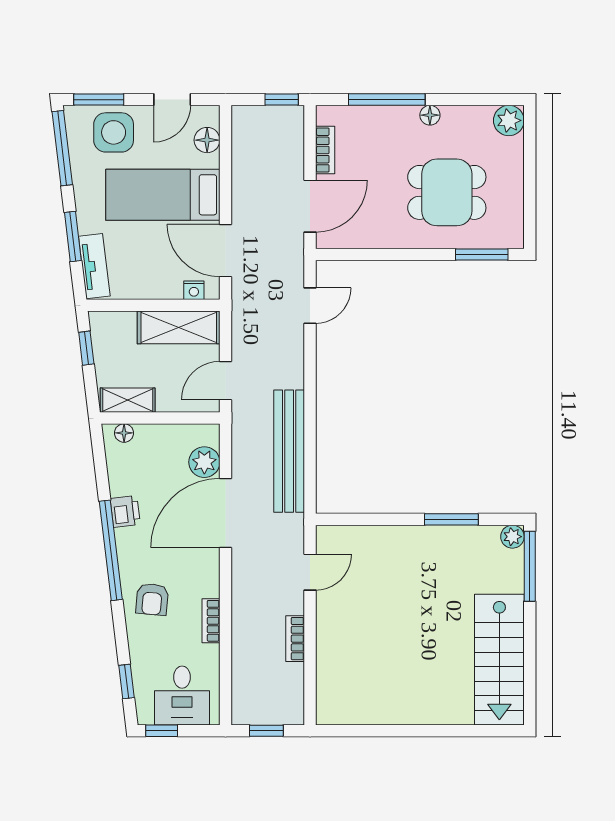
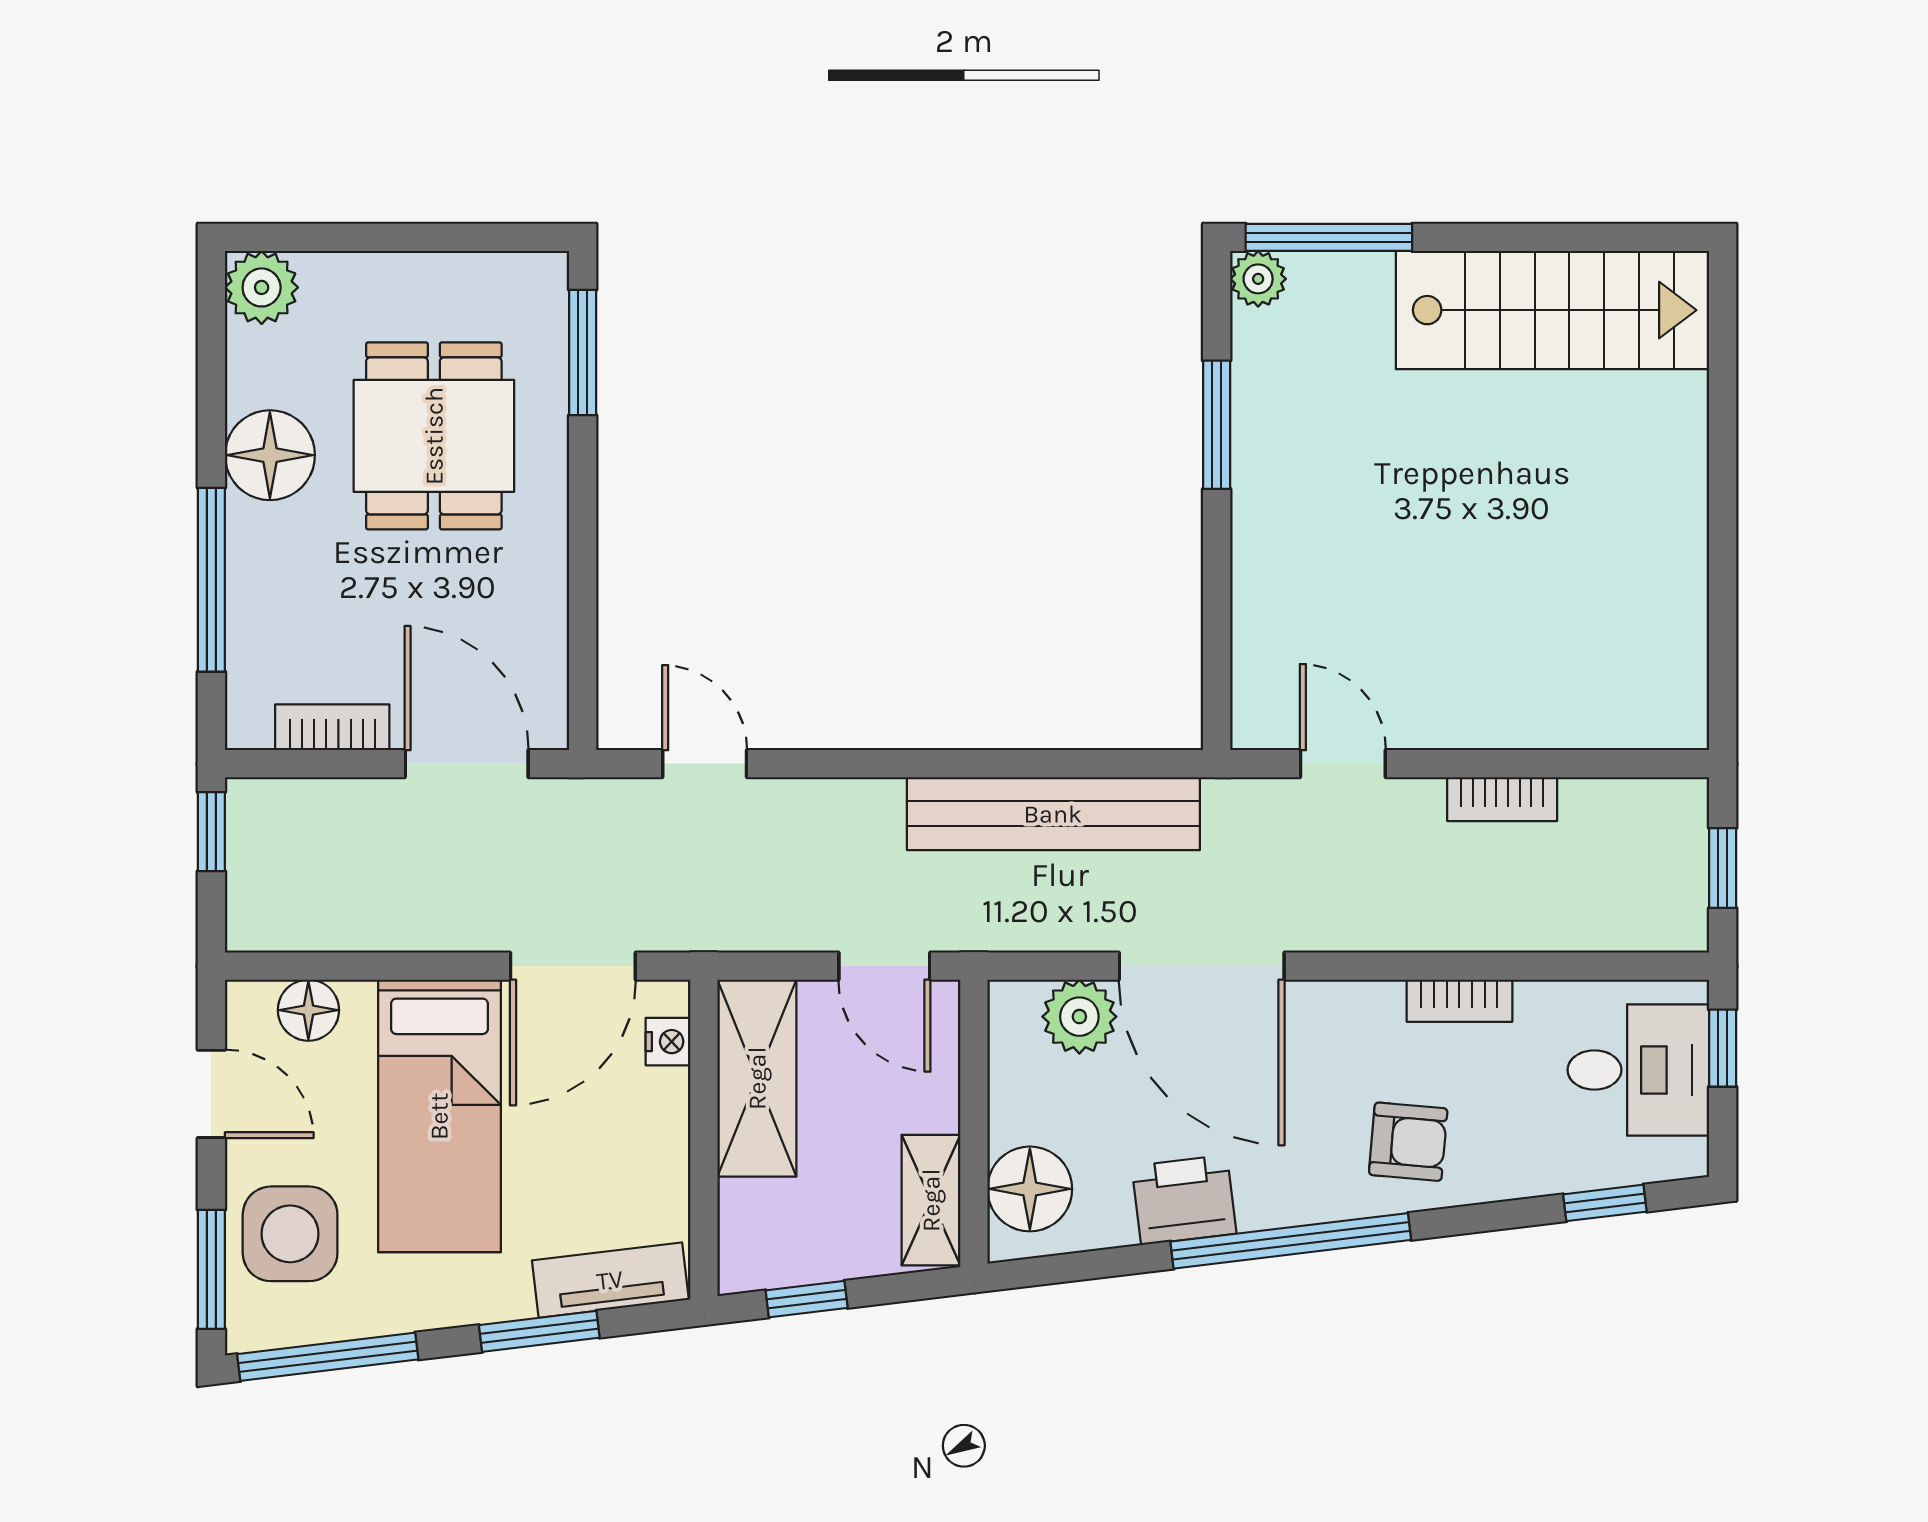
floor lamp: (430, 115) -> (270, 455), width x1.89, depth x1.89
floor lamp: (124, 433) -> (1030, 1189), width x1.89, depth x1.89
printer: (125, 511) -> (1184, 1200), width x1.36, depth x1.24
window: (162, 731) -> (1723, 1048), moved

